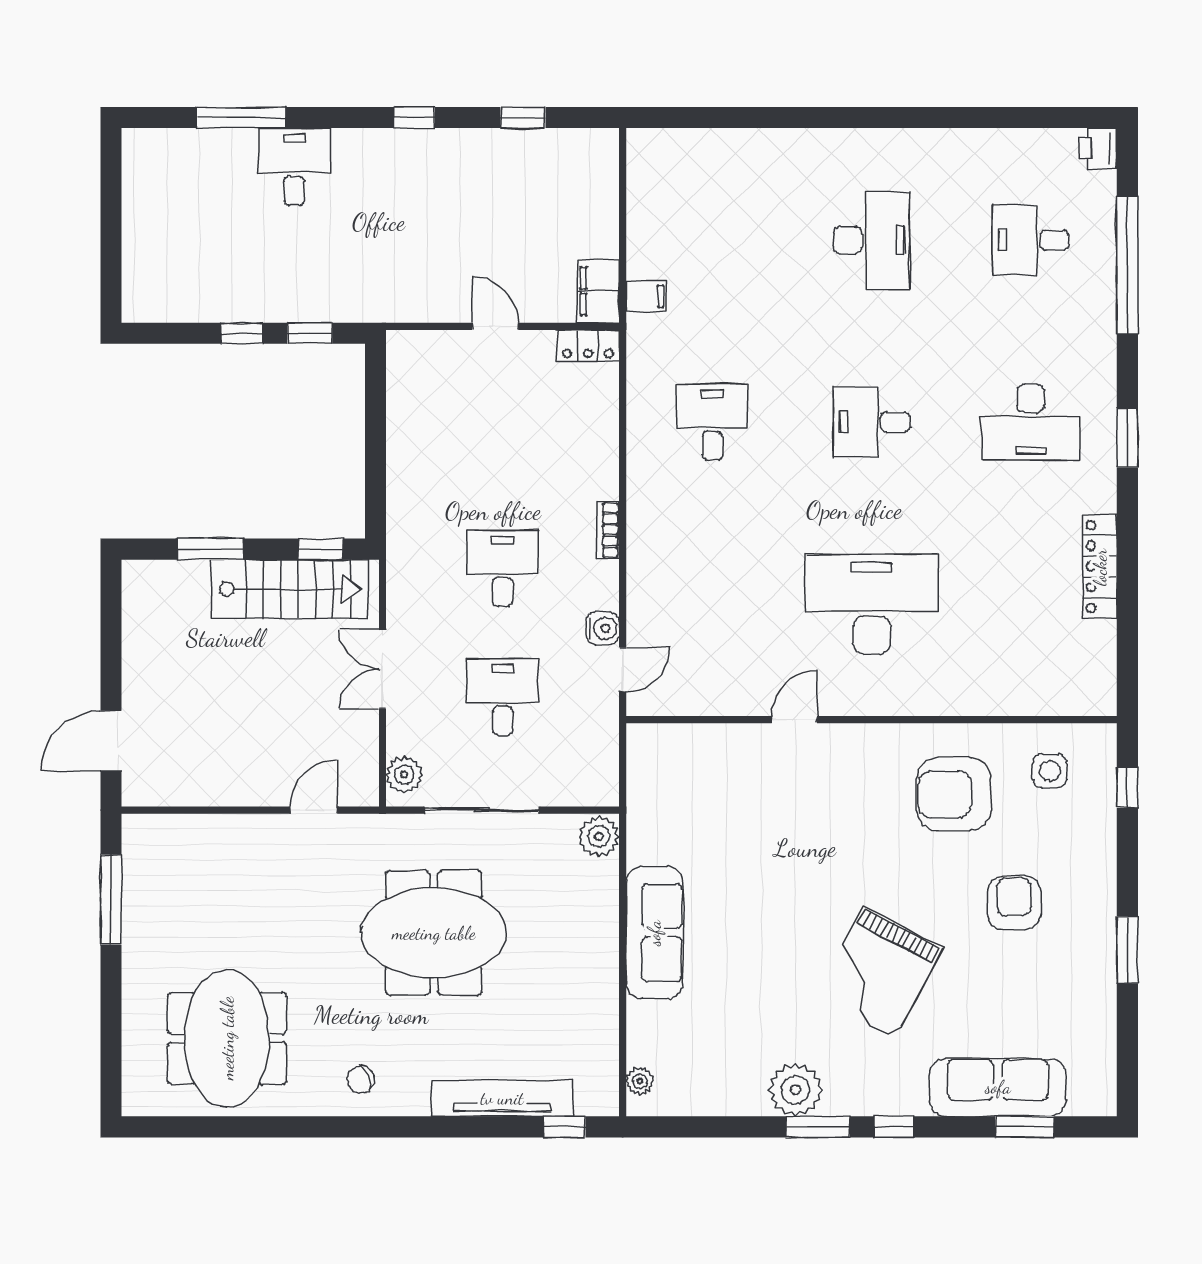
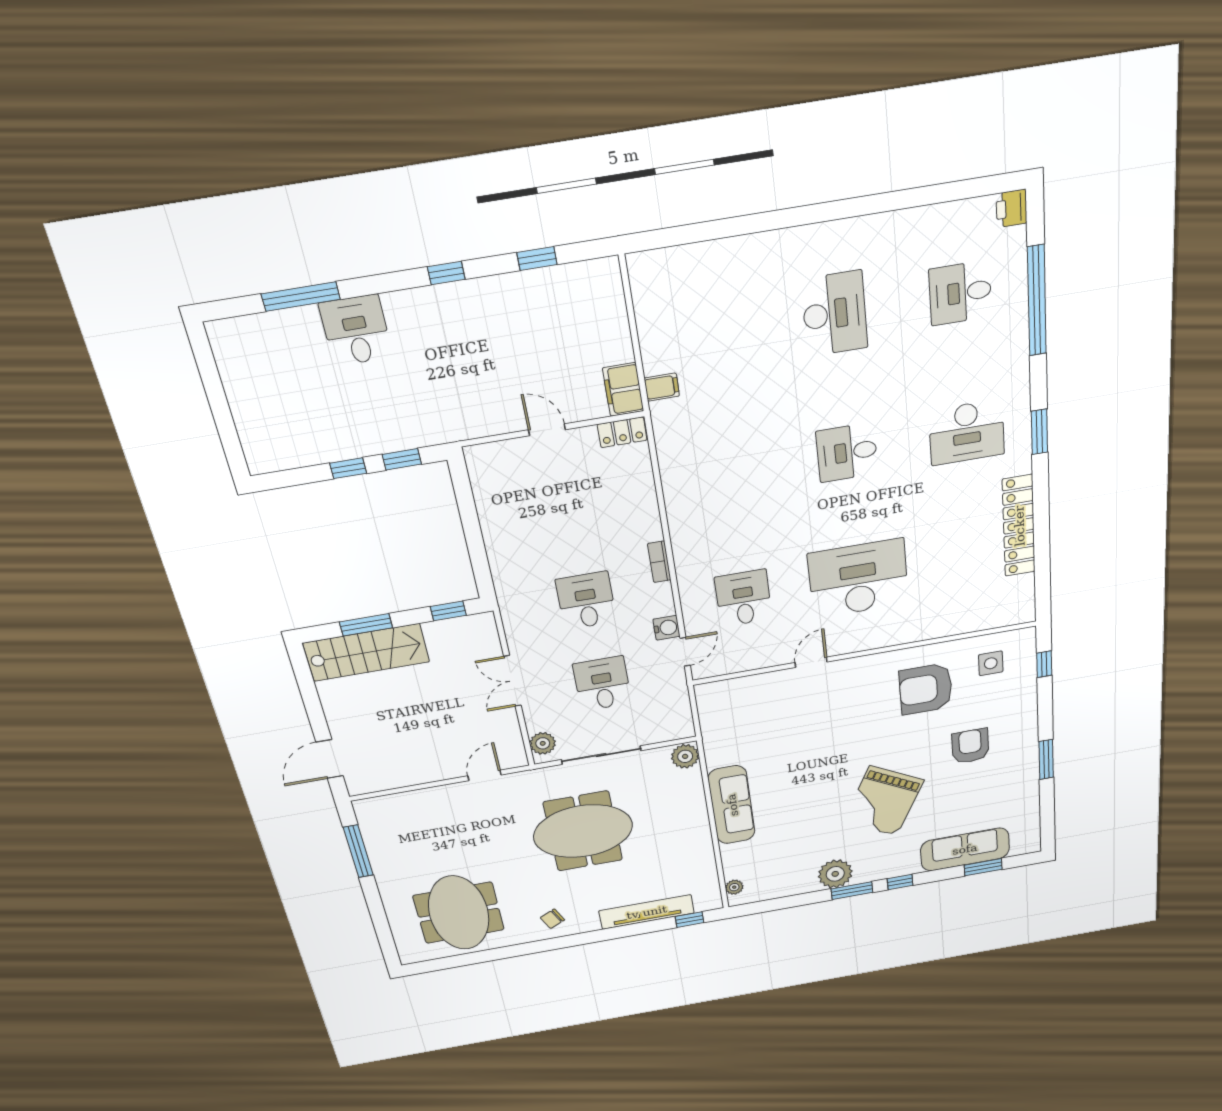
desk: (712, 422) -> (743, 598), moved
locker: (1100, 567) -> (1019, 526), width x1.41, depth x1.21
stairs: (289, 589) -> (367, 652), moved

